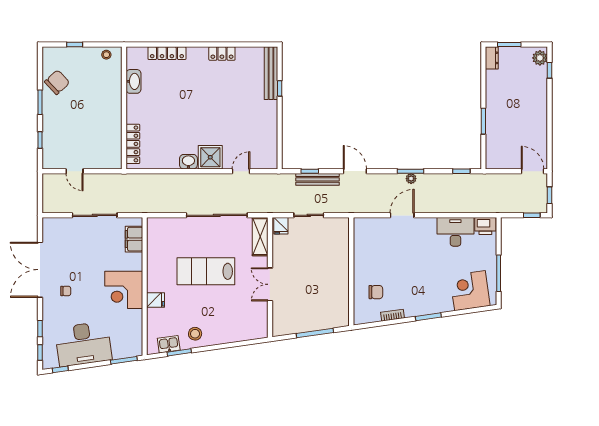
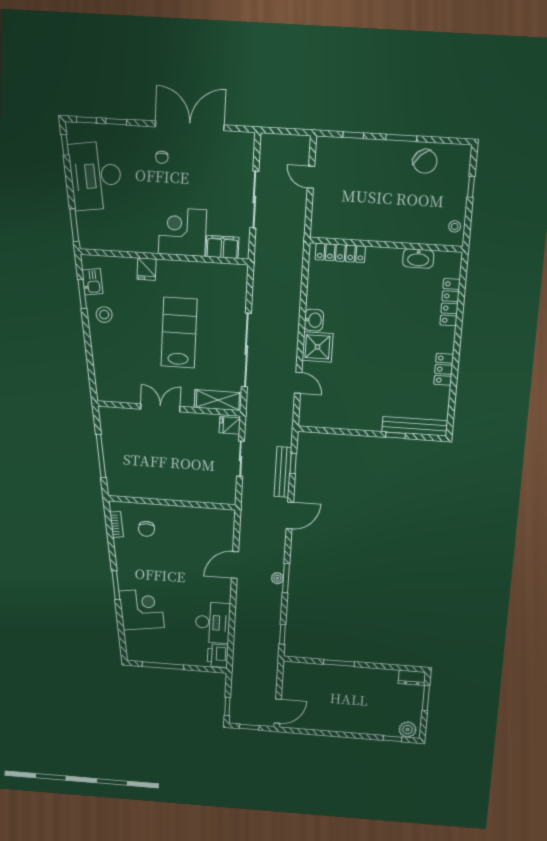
door: (74, 171) -> (311, 177), hinge flipped
door: (402, 215) -> (235, 565), swing flipped
corner desk: (124, 290) -> (182, 232), moved
corner desk: (470, 291) -> (142, 609), moved
bookcase: (393, 315) -> (117, 524), moved

